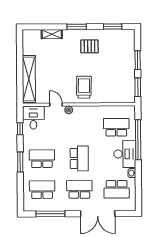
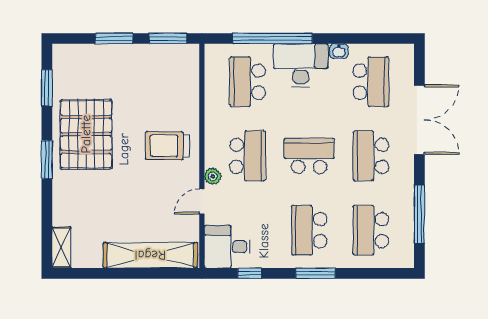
shelving: (52, 34) -> (61, 247), moved
pallet: (89, 46) -> (86, 134), width x2.05, depth x2.00
school desk: (79, 127) -> (248, 156), added

